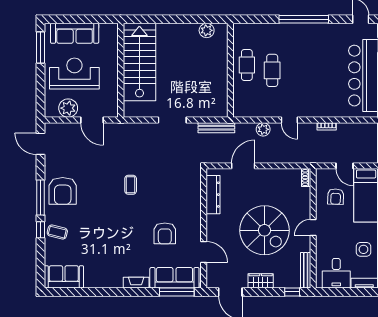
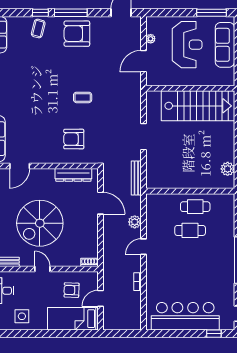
plant: (68, 108) -> (151, 39), width x0.53, depth x0.53
armchair: (165, 233) -> (74, 139), moved

